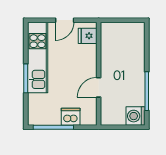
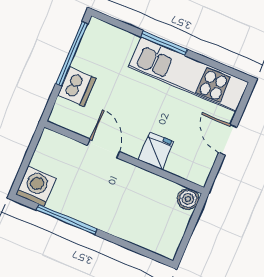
boiler: (107, 28) -> (188, 199), added
fridge: (88, 36) -> (156, 151), moved

